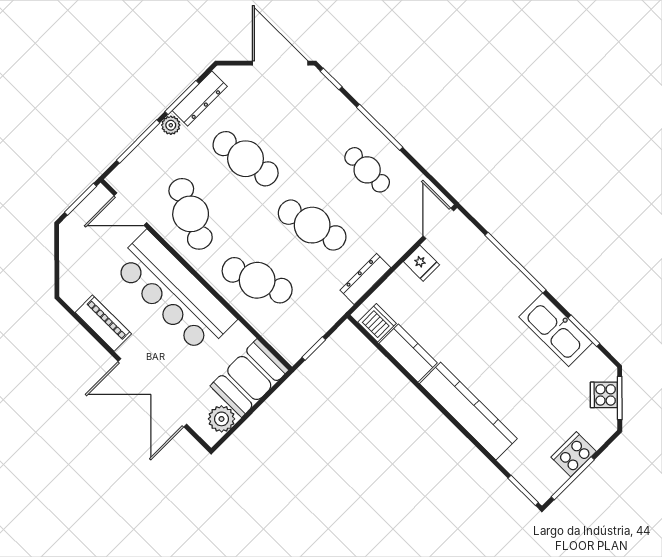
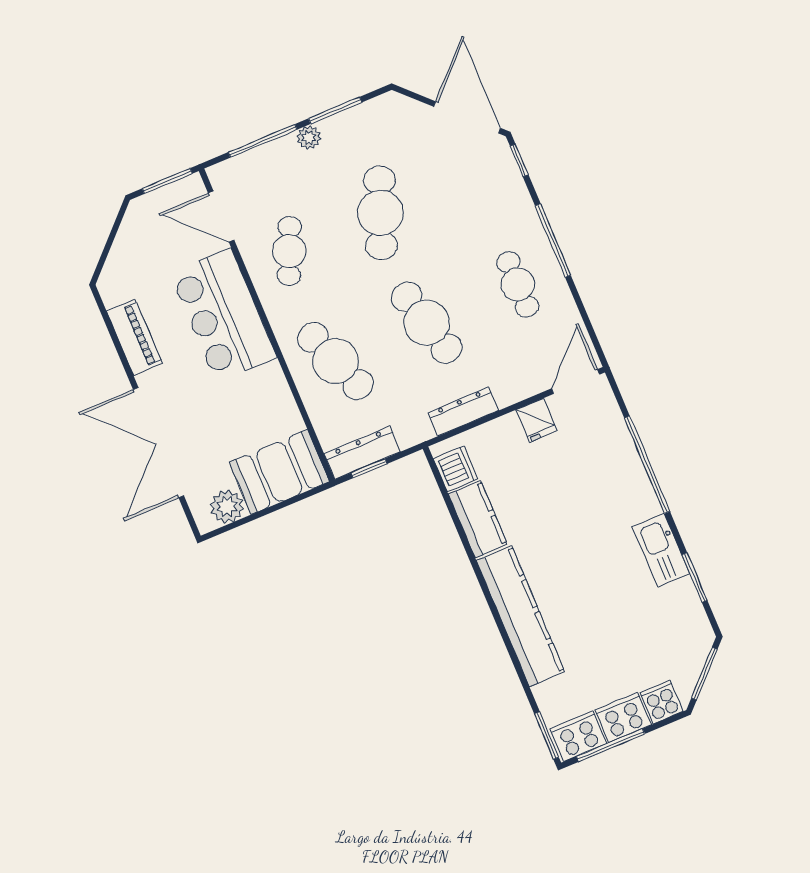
dresser: (200, 99) -> (362, 453), moved, turned 180
cafe table: (246, 159) -> (380, 213), turned 30
cafe table: (191, 214) -> (289, 251), width x0.73, depth x0.74
bar counter: (174, 293) -> (223, 315), width x0.73
kitchen sink: (556, 330) -> (661, 550), width x0.73, depth x0.81
cooker: (604, 395) -> (662, 702), moved, turned 45
cooker: (547, 481) -> (578, 736), added

